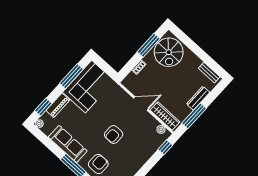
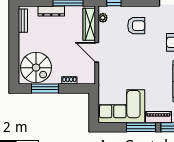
spiral stairs: (169, 52) -> (36, 68), turned 90
window: (71, 76) -> (141, 127), moved
armchair: (114, 135) -> (136, 26), moved

